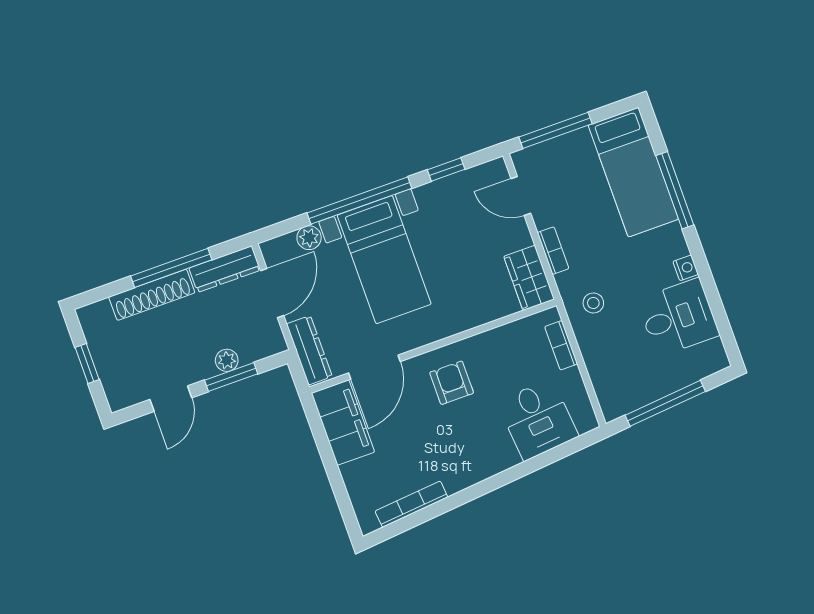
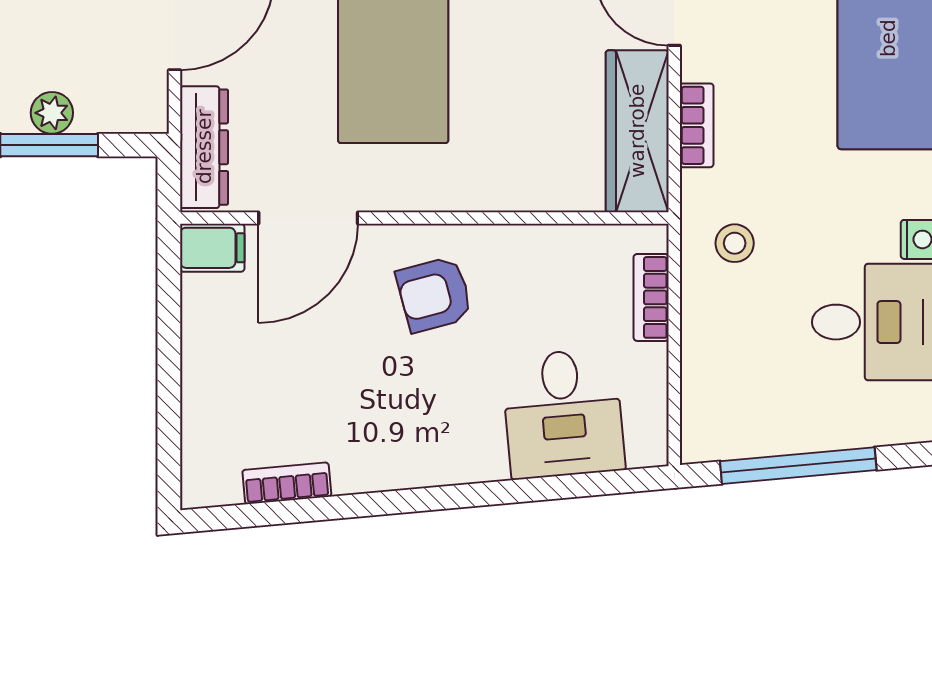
wardrobe: (529, 278) -> (637, 131), width x1.50
armchair: (452, 383) -> (434, 294), turned -105
filing cabinet: (343, 423) -> (212, 248), width x0.33, depth x0.86
bookcase: (411, 504) -> (287, 483), width x0.64

